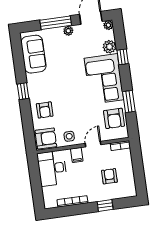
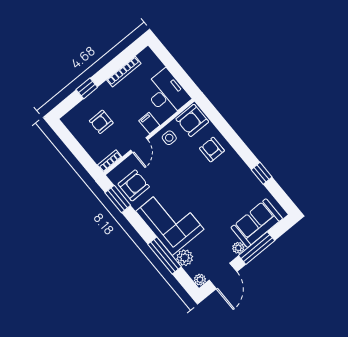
sofa: (34, 54) -> (257, 223), moved, turned 90
window: (123, 57) -> (164, 255), width x2.17
window: (23, 91) -> (262, 173), moved
window: (129, 102) -> (118, 199), moved
armchair: (114, 118) -> (134, 185), turned 90
armchair: (109, 176) -> (101, 122), turned 90

